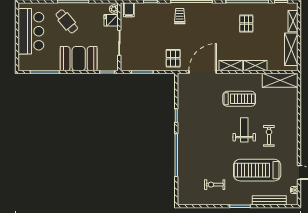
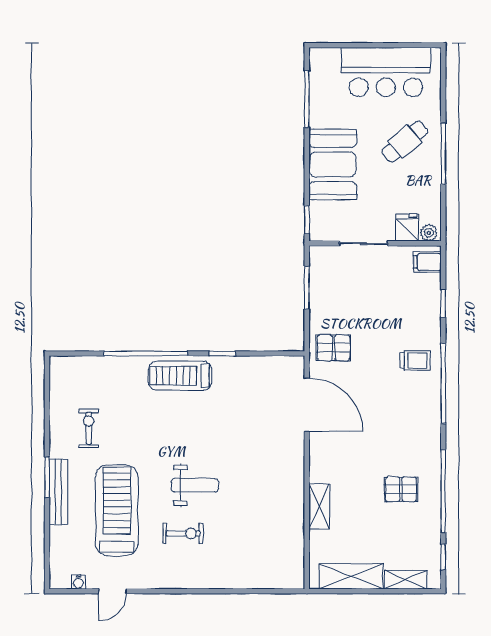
shelving: (231, 66) -> (319, 459), removed
shelving: (280, 80) -> (291, 555), removed
treadmill: (239, 99) -> (180, 376), moved, turned 90
bench: (269, 200) -> (58, 492), moved

